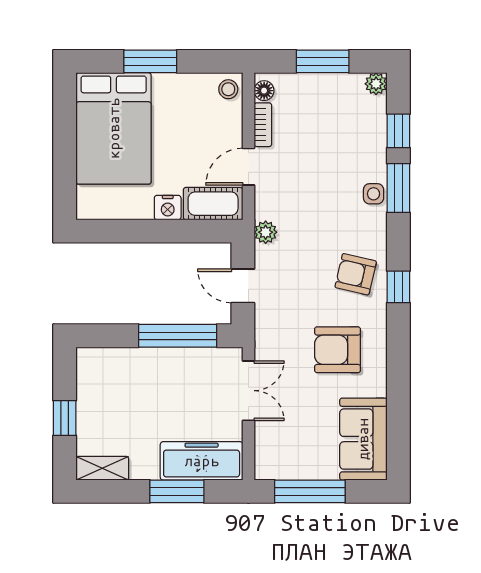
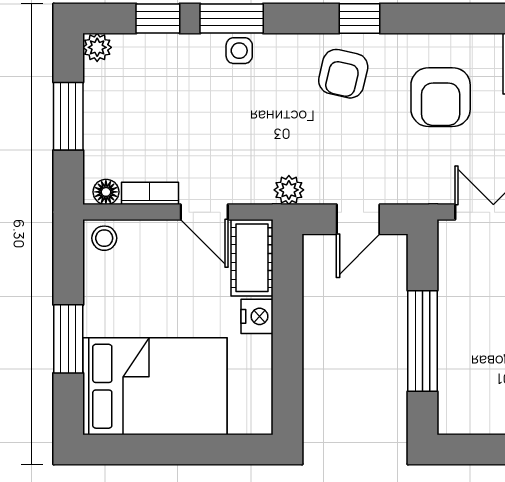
window: (178, 336) -> (423, 341), moved

